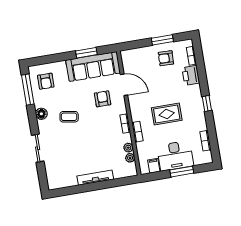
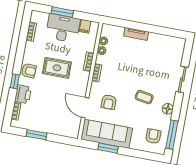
armchair: (166, 58) -> (29, 71), moved
window: (207, 104) -> (15, 81), moved
tv unit: (95, 178) -> (136, 34), width x0.71

